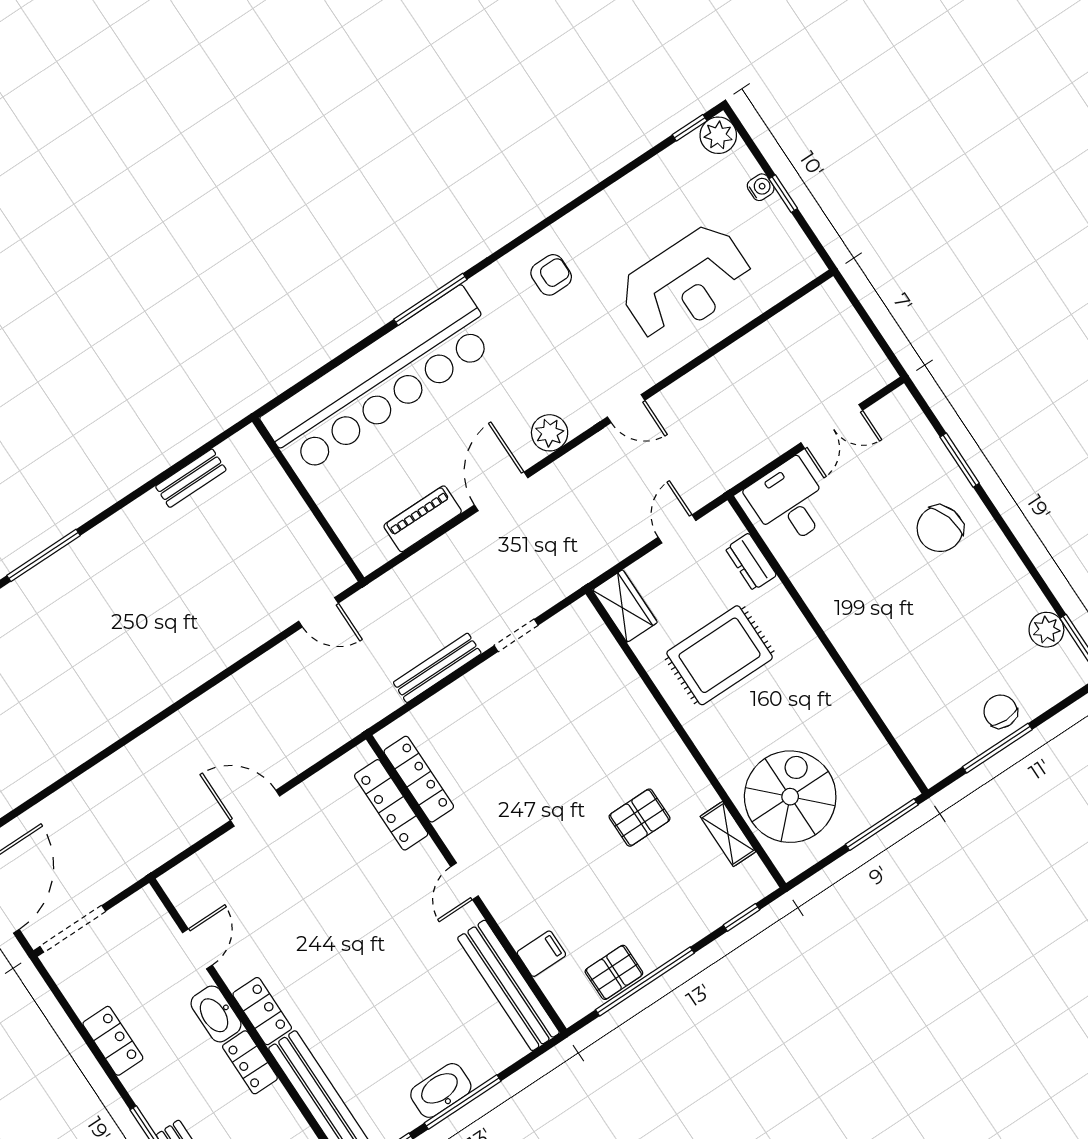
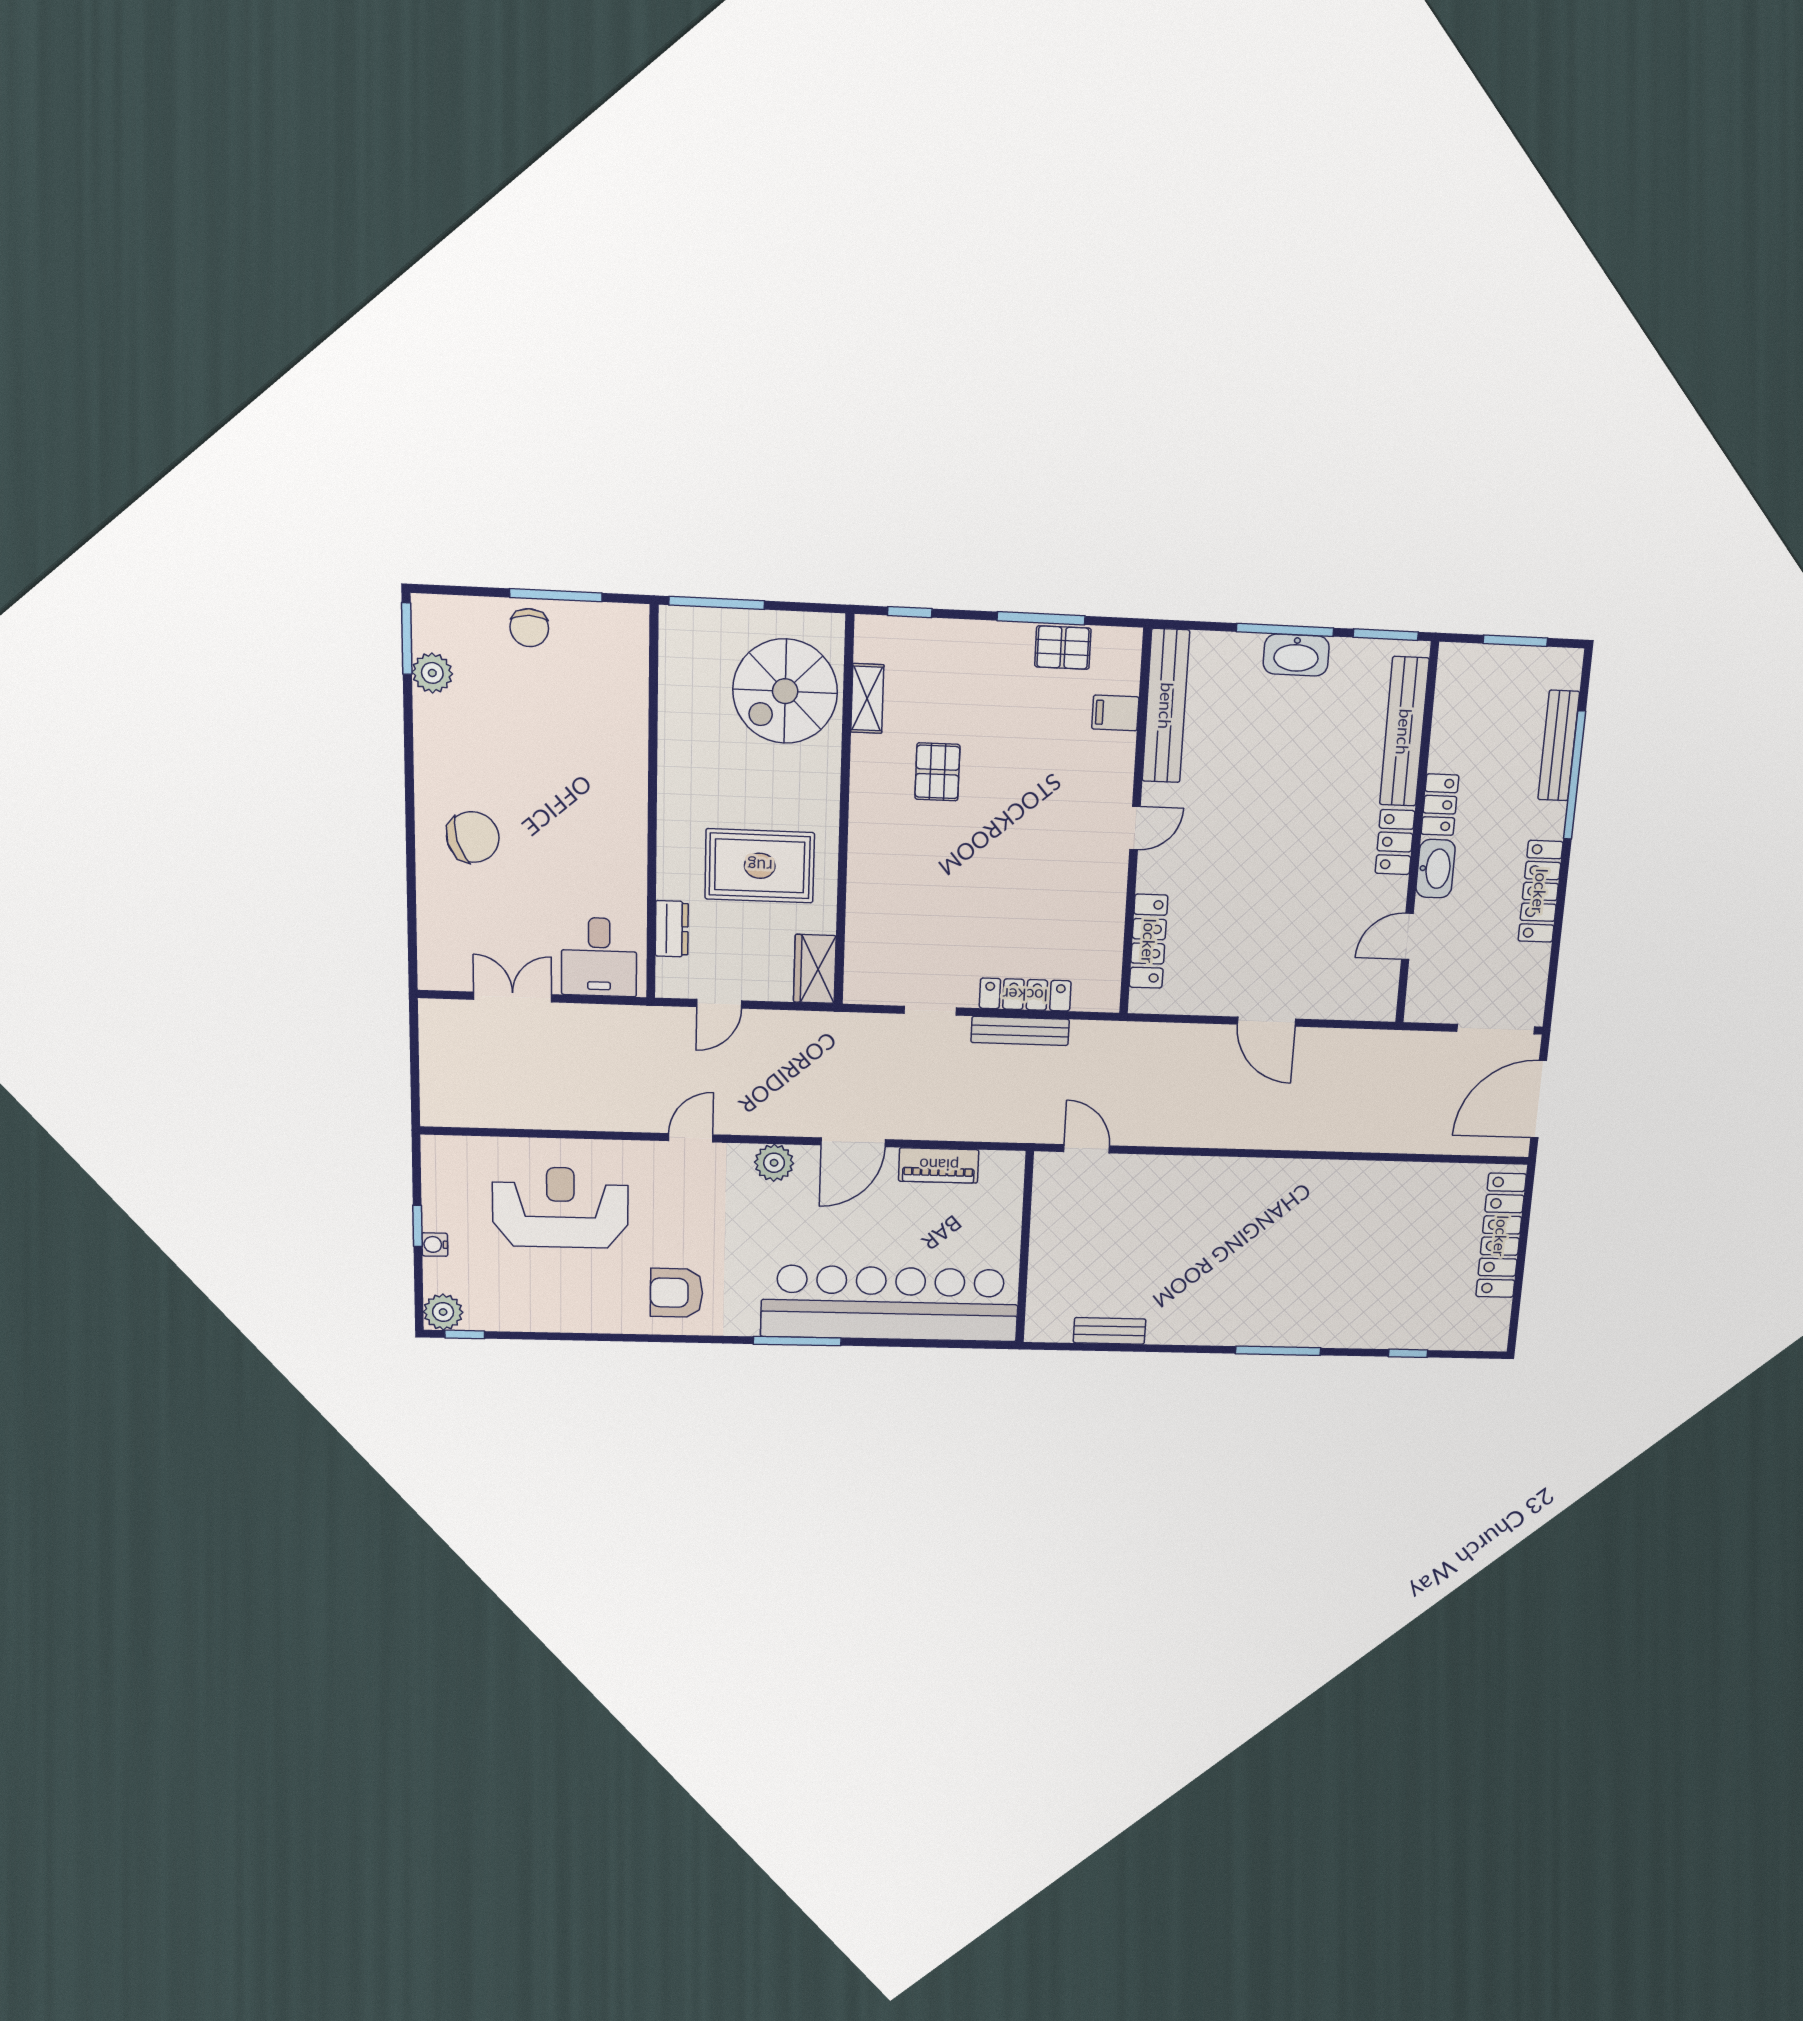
armchair: (551, 275) -> (677, 1293), width x1.38, depth x1.38
door: (626, 409) -> (691, 1138), hinge flipped
window: (960, 460) -> (411, 886), removed
locker: (419, 779) -> (1025, 995), moved, turned 90
pallet: (640, 818) -> (937, 772), turned 90
window: (645, 981) -> (1041, 618), width x0.68
locker: (113, 1041) -> (1540, 891), width x1.53

